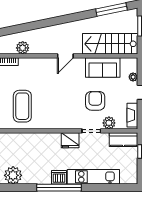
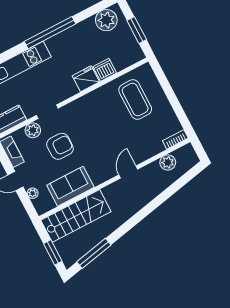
door: (65, 56) -> (128, 172), moved
armchair: (95, 101) -> (60, 146), turned -90
fridge: (70, 140) -> (86, 79), moved
dishwasher: (59, 177) -> (105, 70), moved, turned 180

